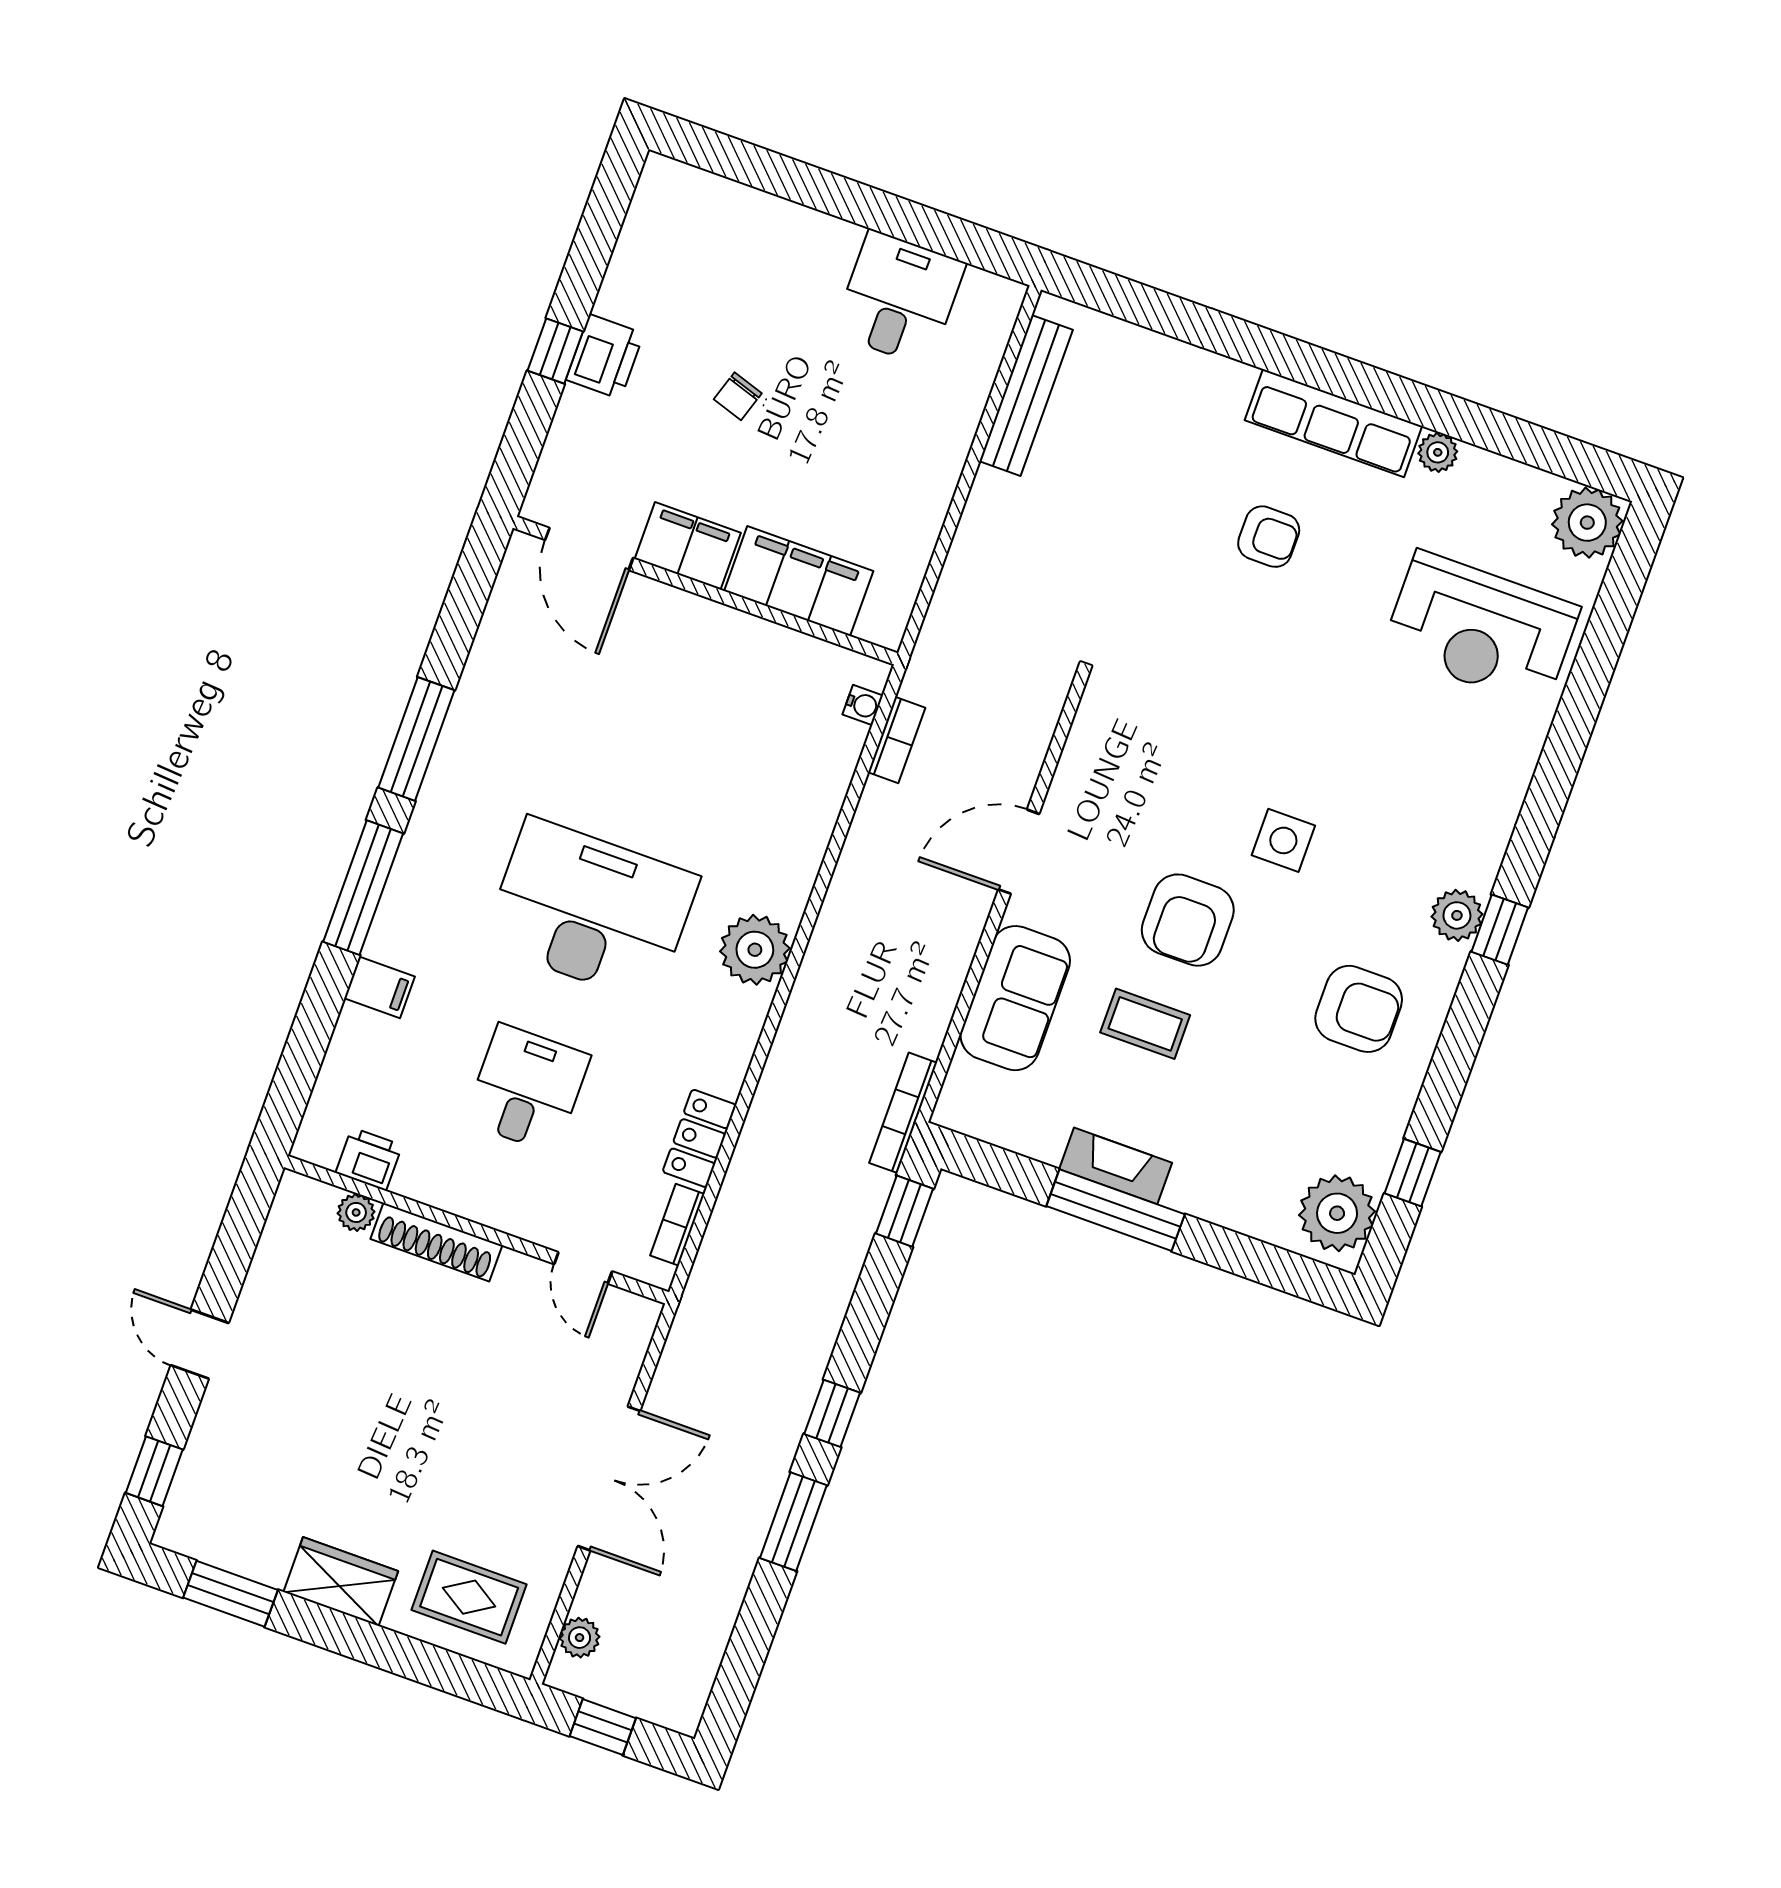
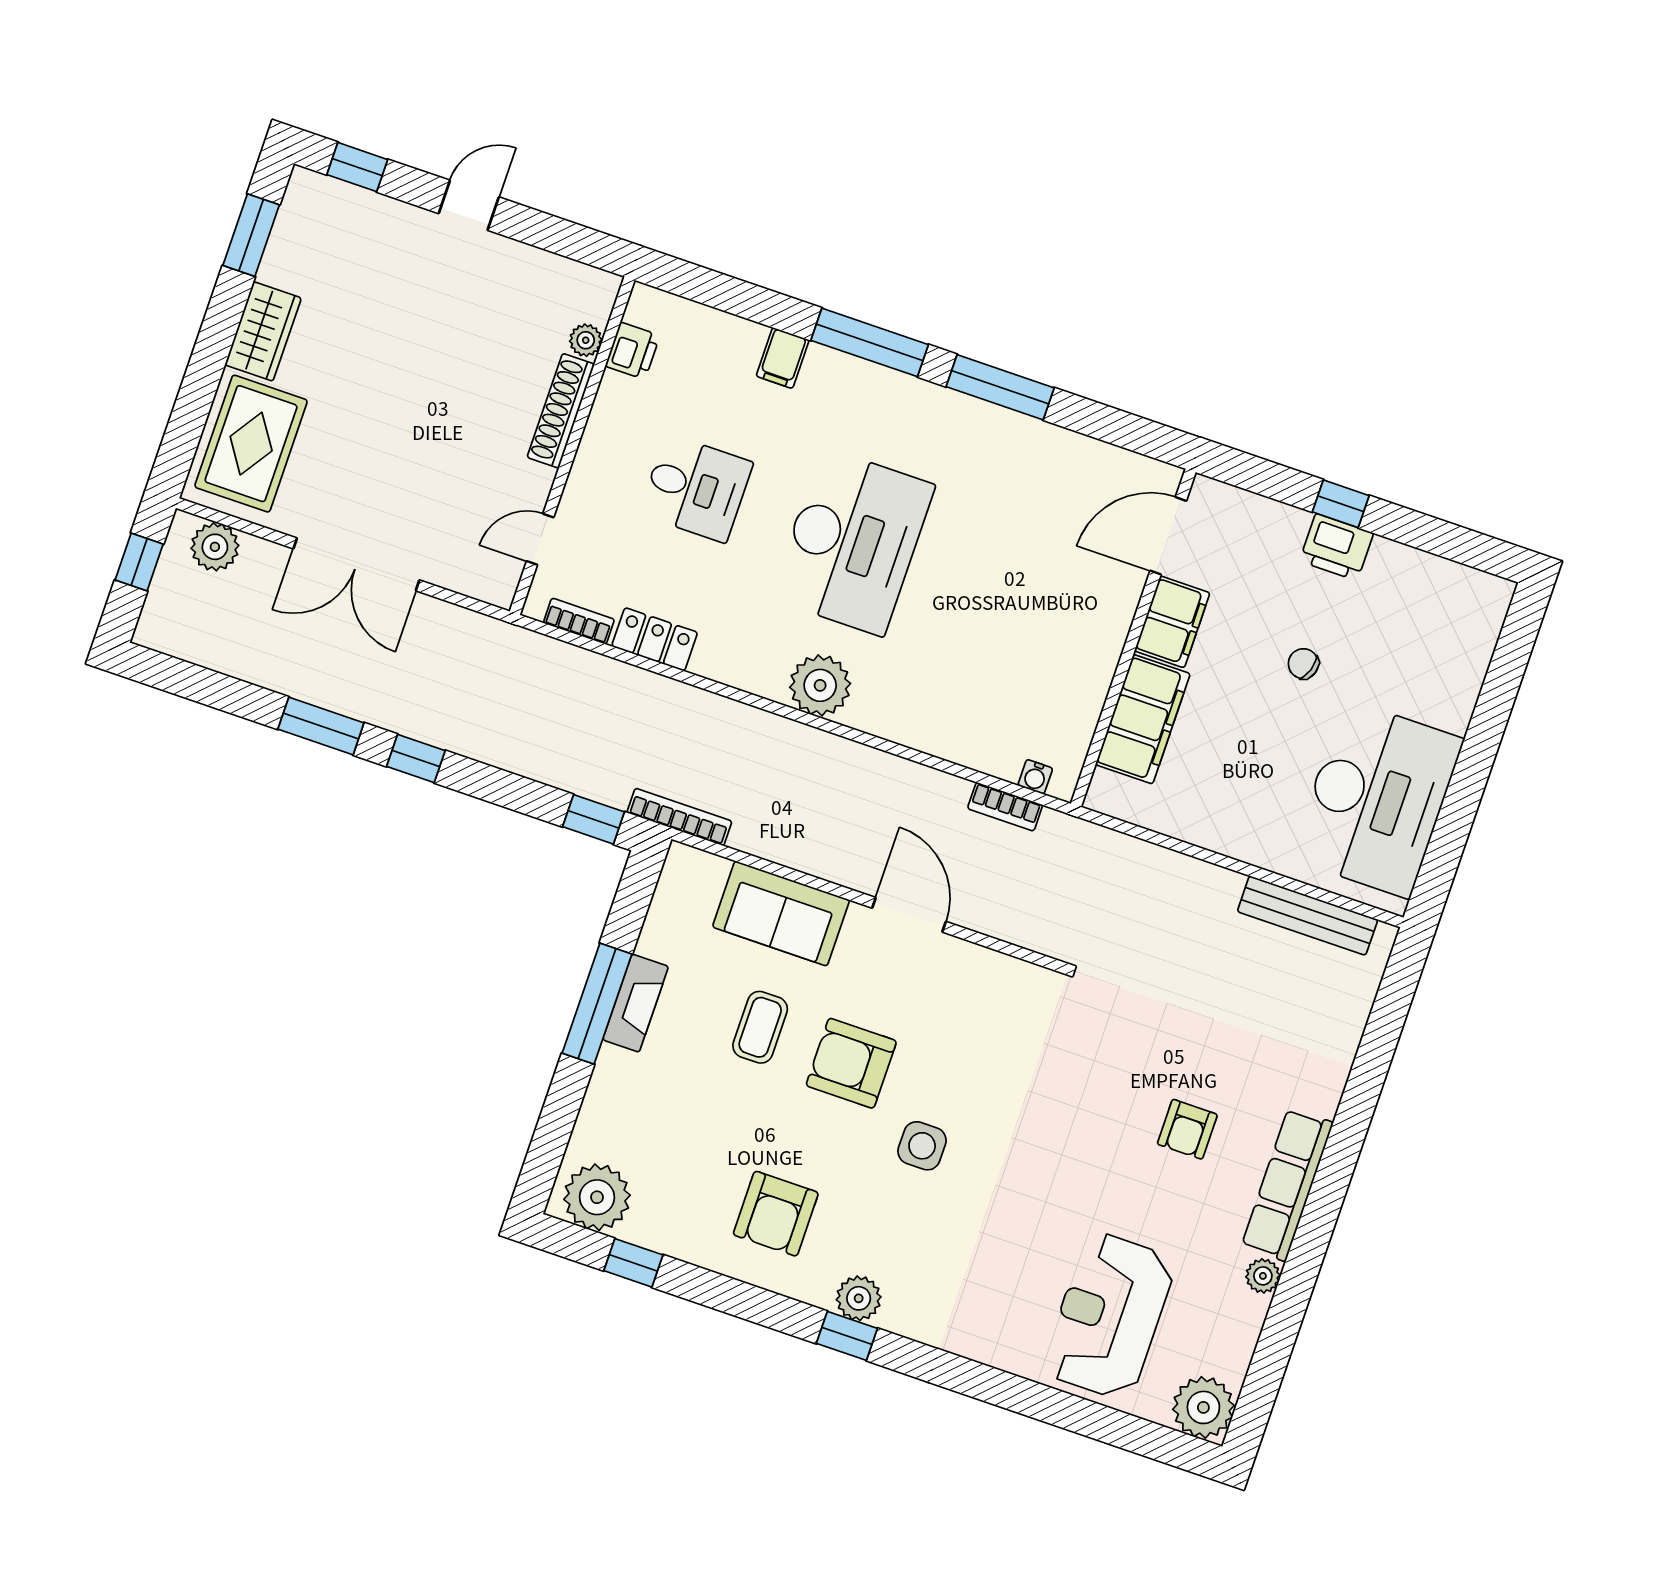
desk: (899, 298) -> (1377, 799), width x1.87, depth x1.30
rug: (469, 1597) -> (251, 444), width x1.36, depth x1.43
plant: (580, 1638) -> (215, 547), width x1.38, depth x1.38

